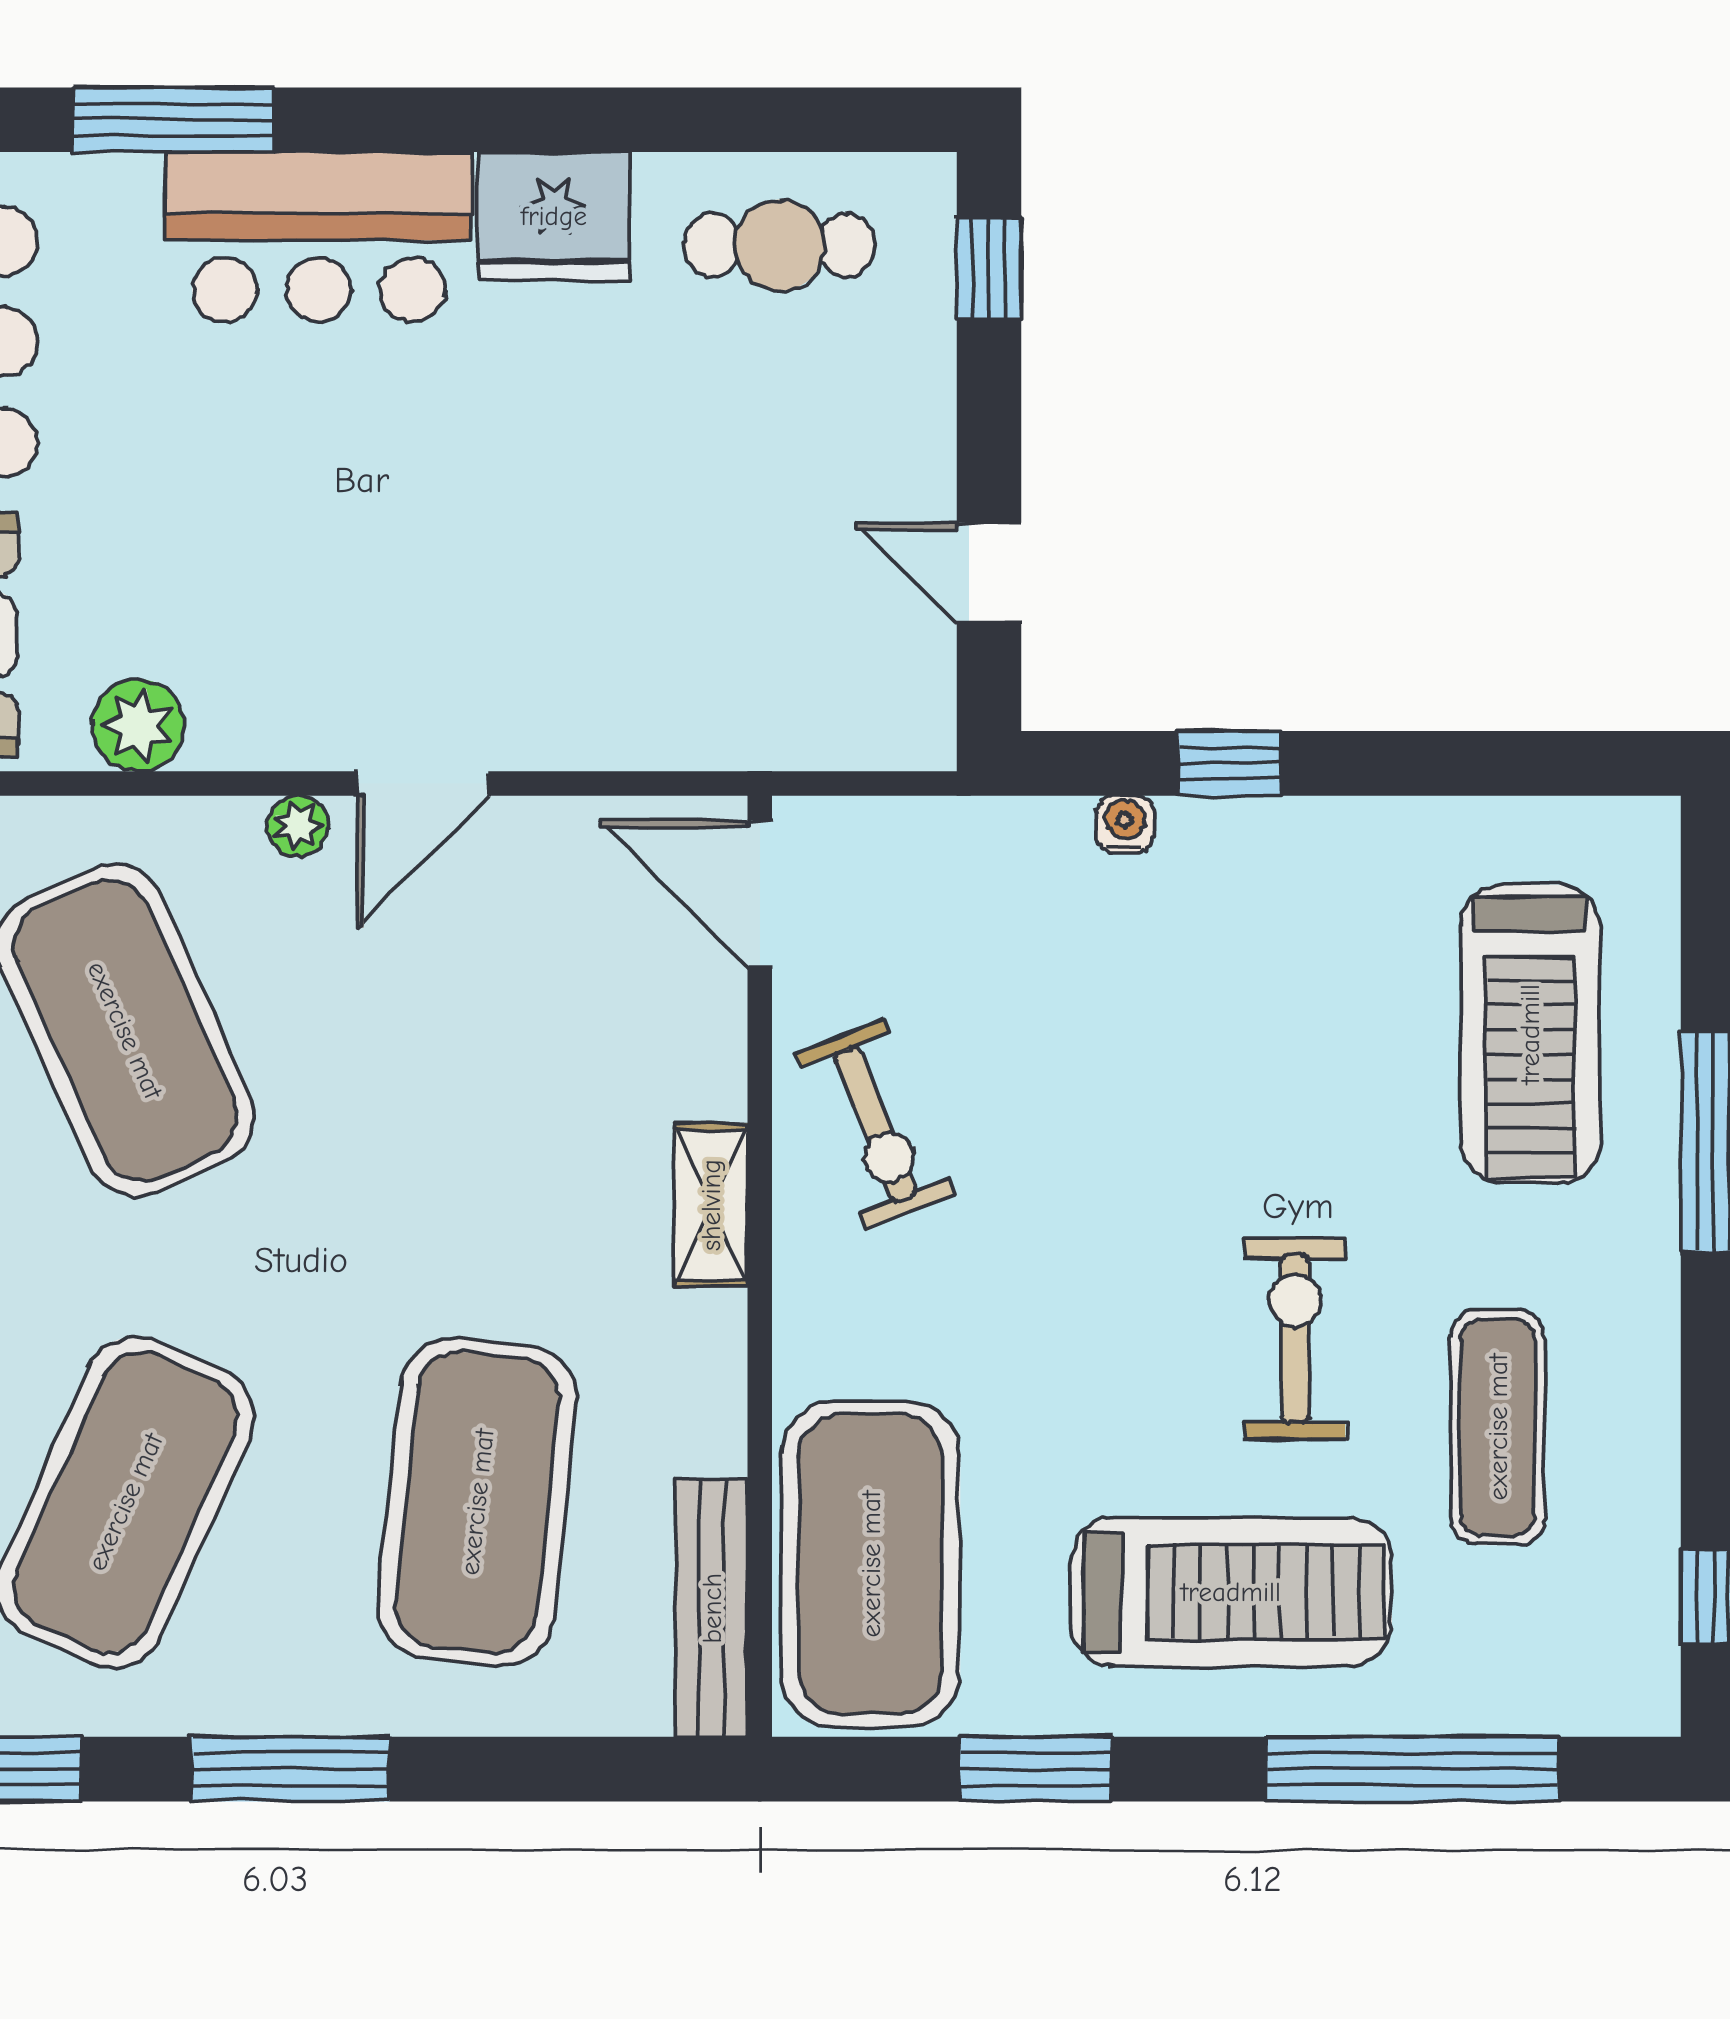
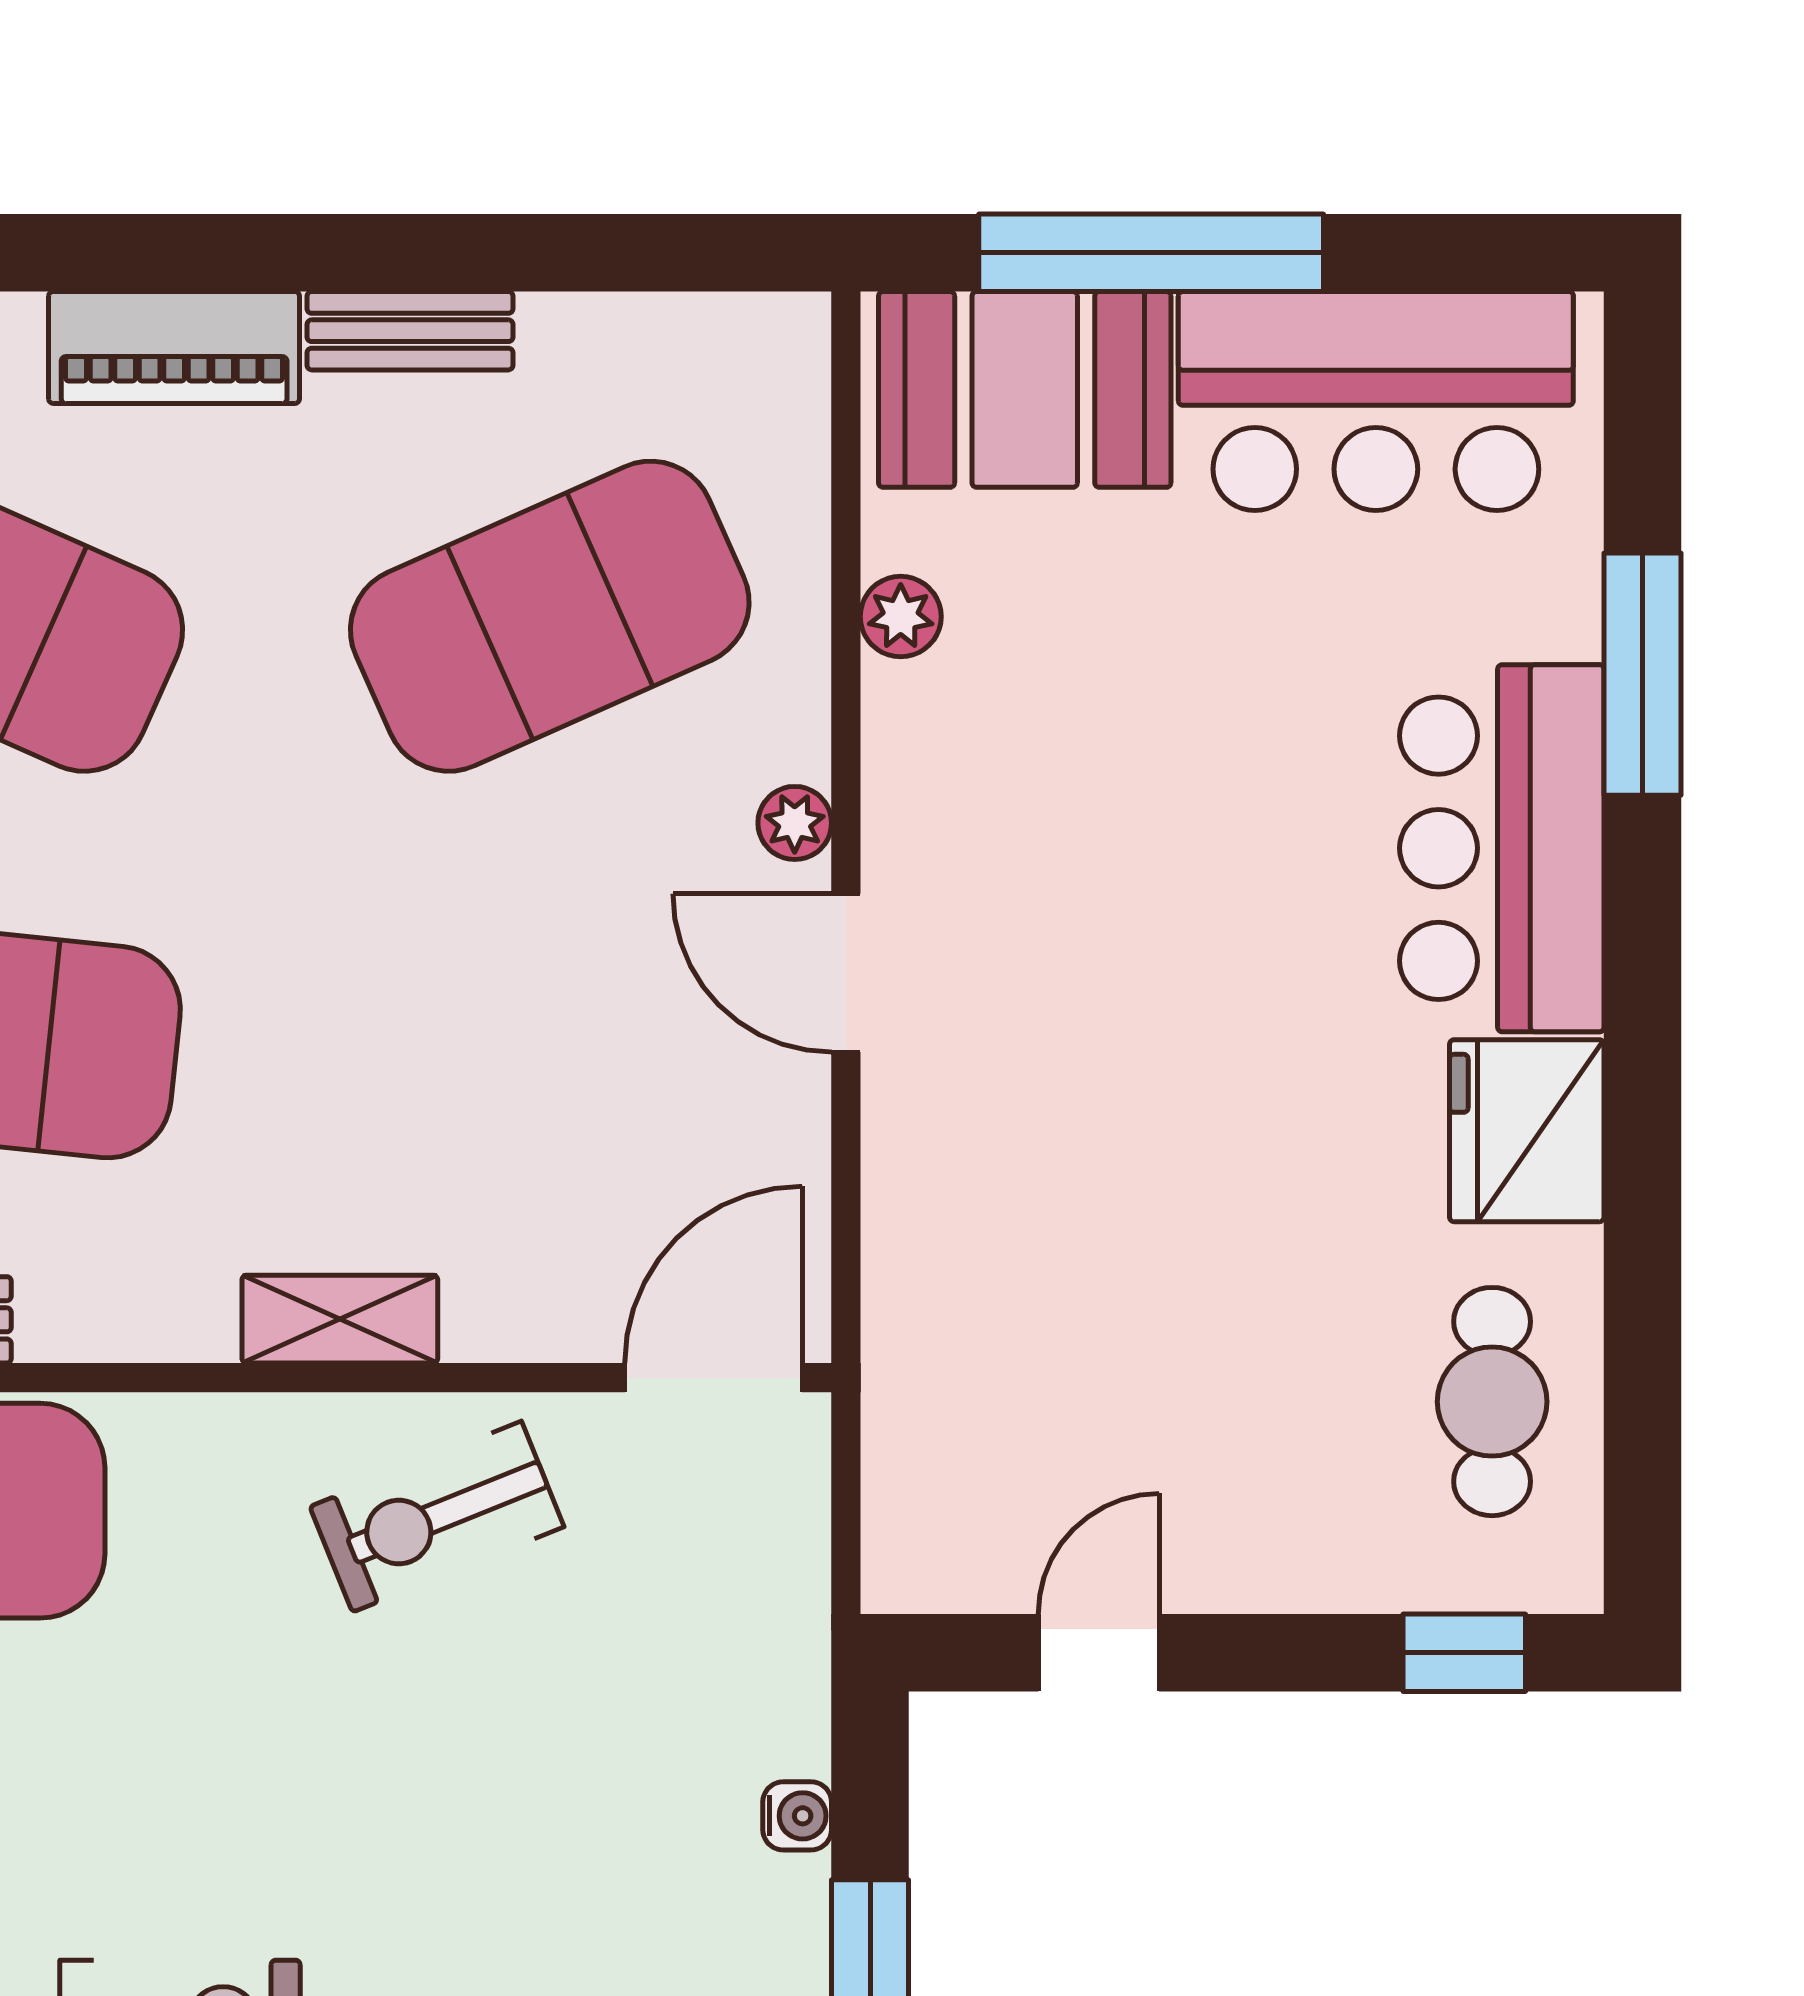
plant: (138, 725) -> (901, 617), width x0.73, depth x0.73

